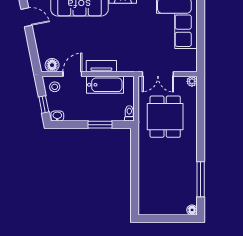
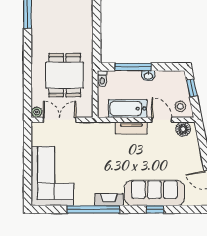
door: (72, 74) -> (162, 120), swing flipped
double door: (158, 74) -> (60, 120), moved
washbasin: (57, 116) -> (148, 76), moved
window: (100, 125) -> (133, 67), width x1.44

